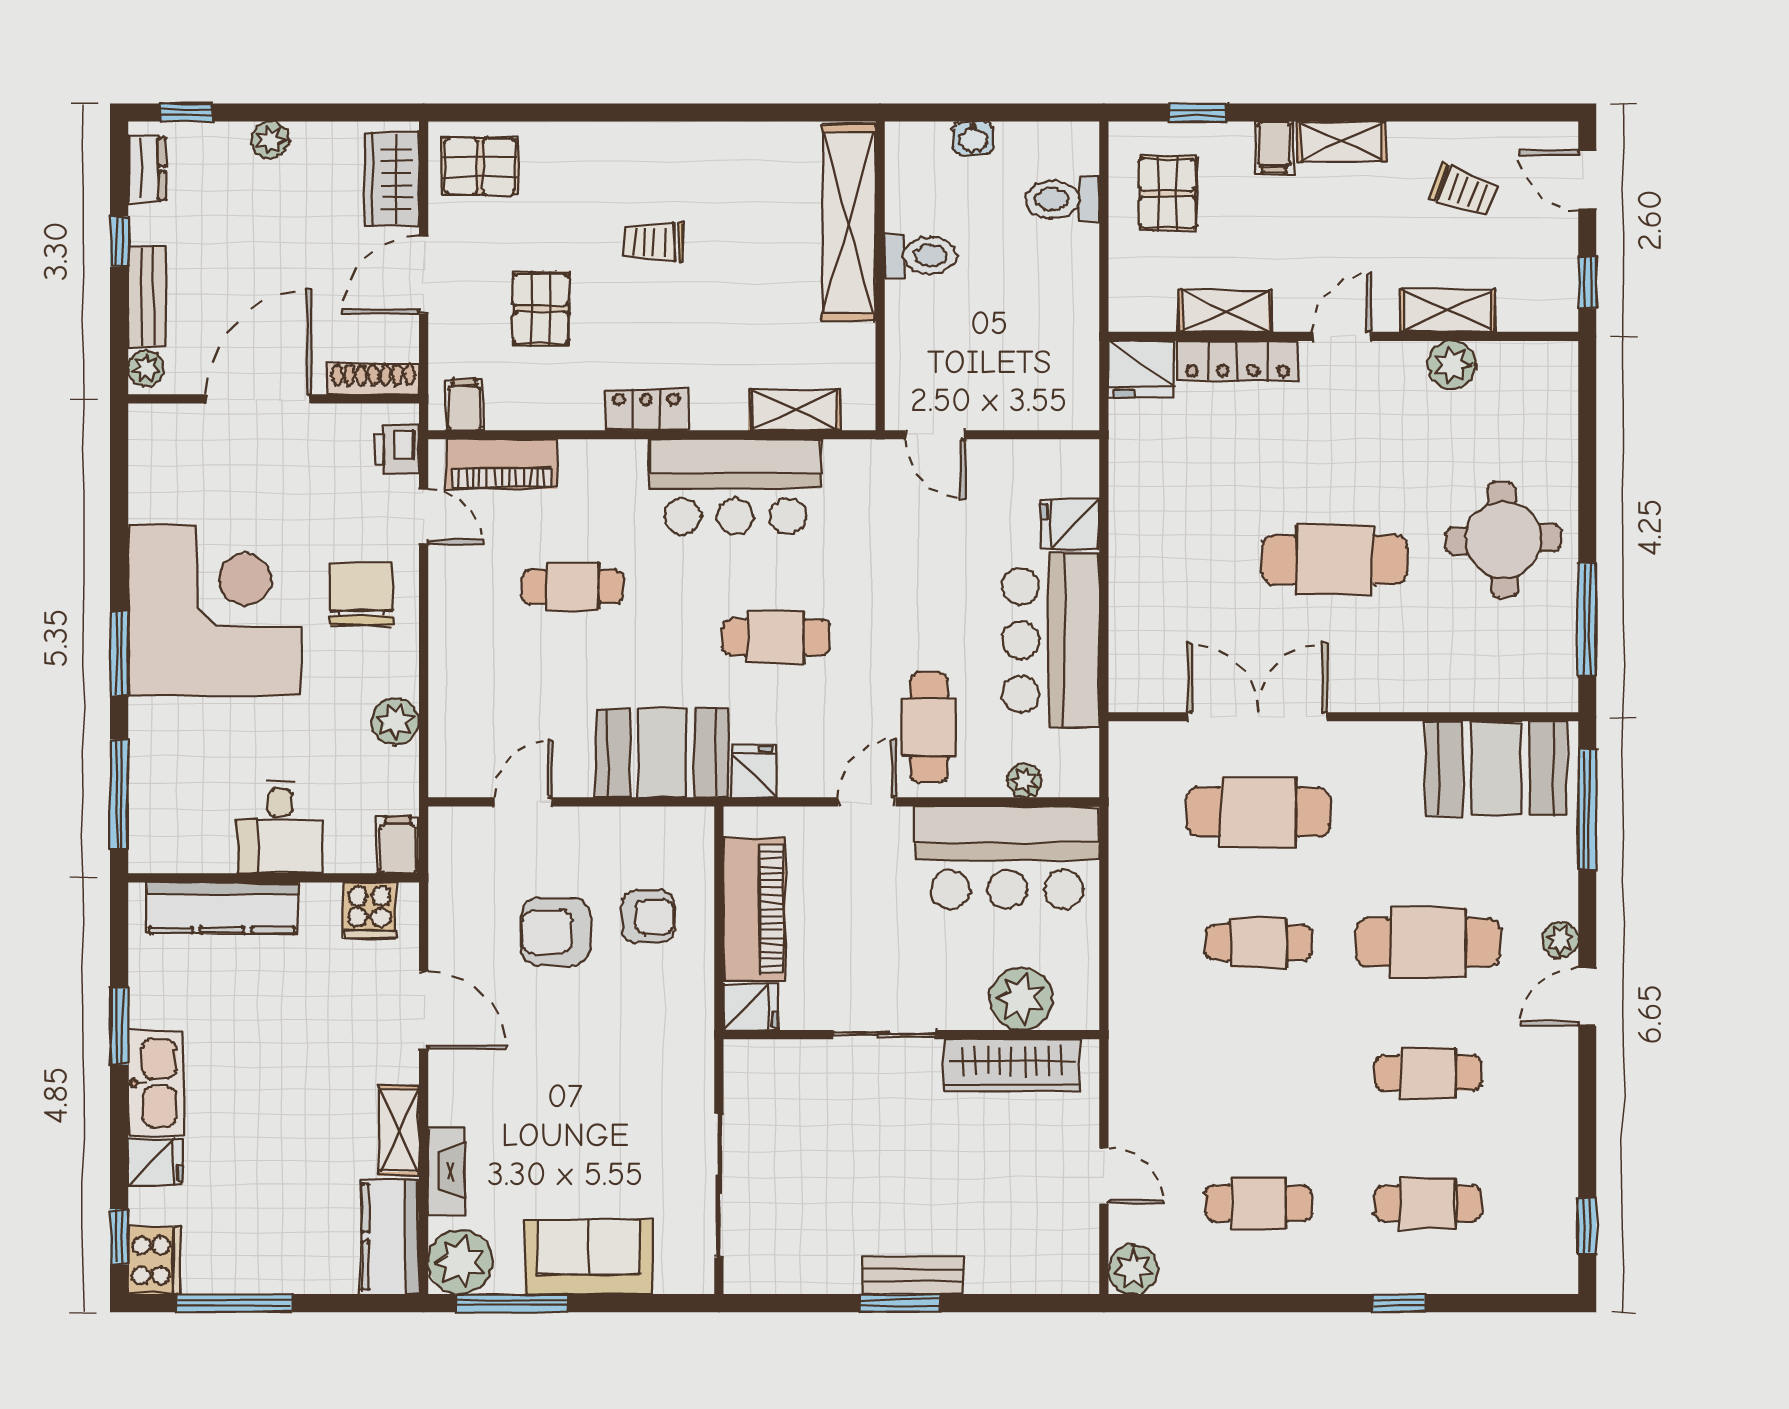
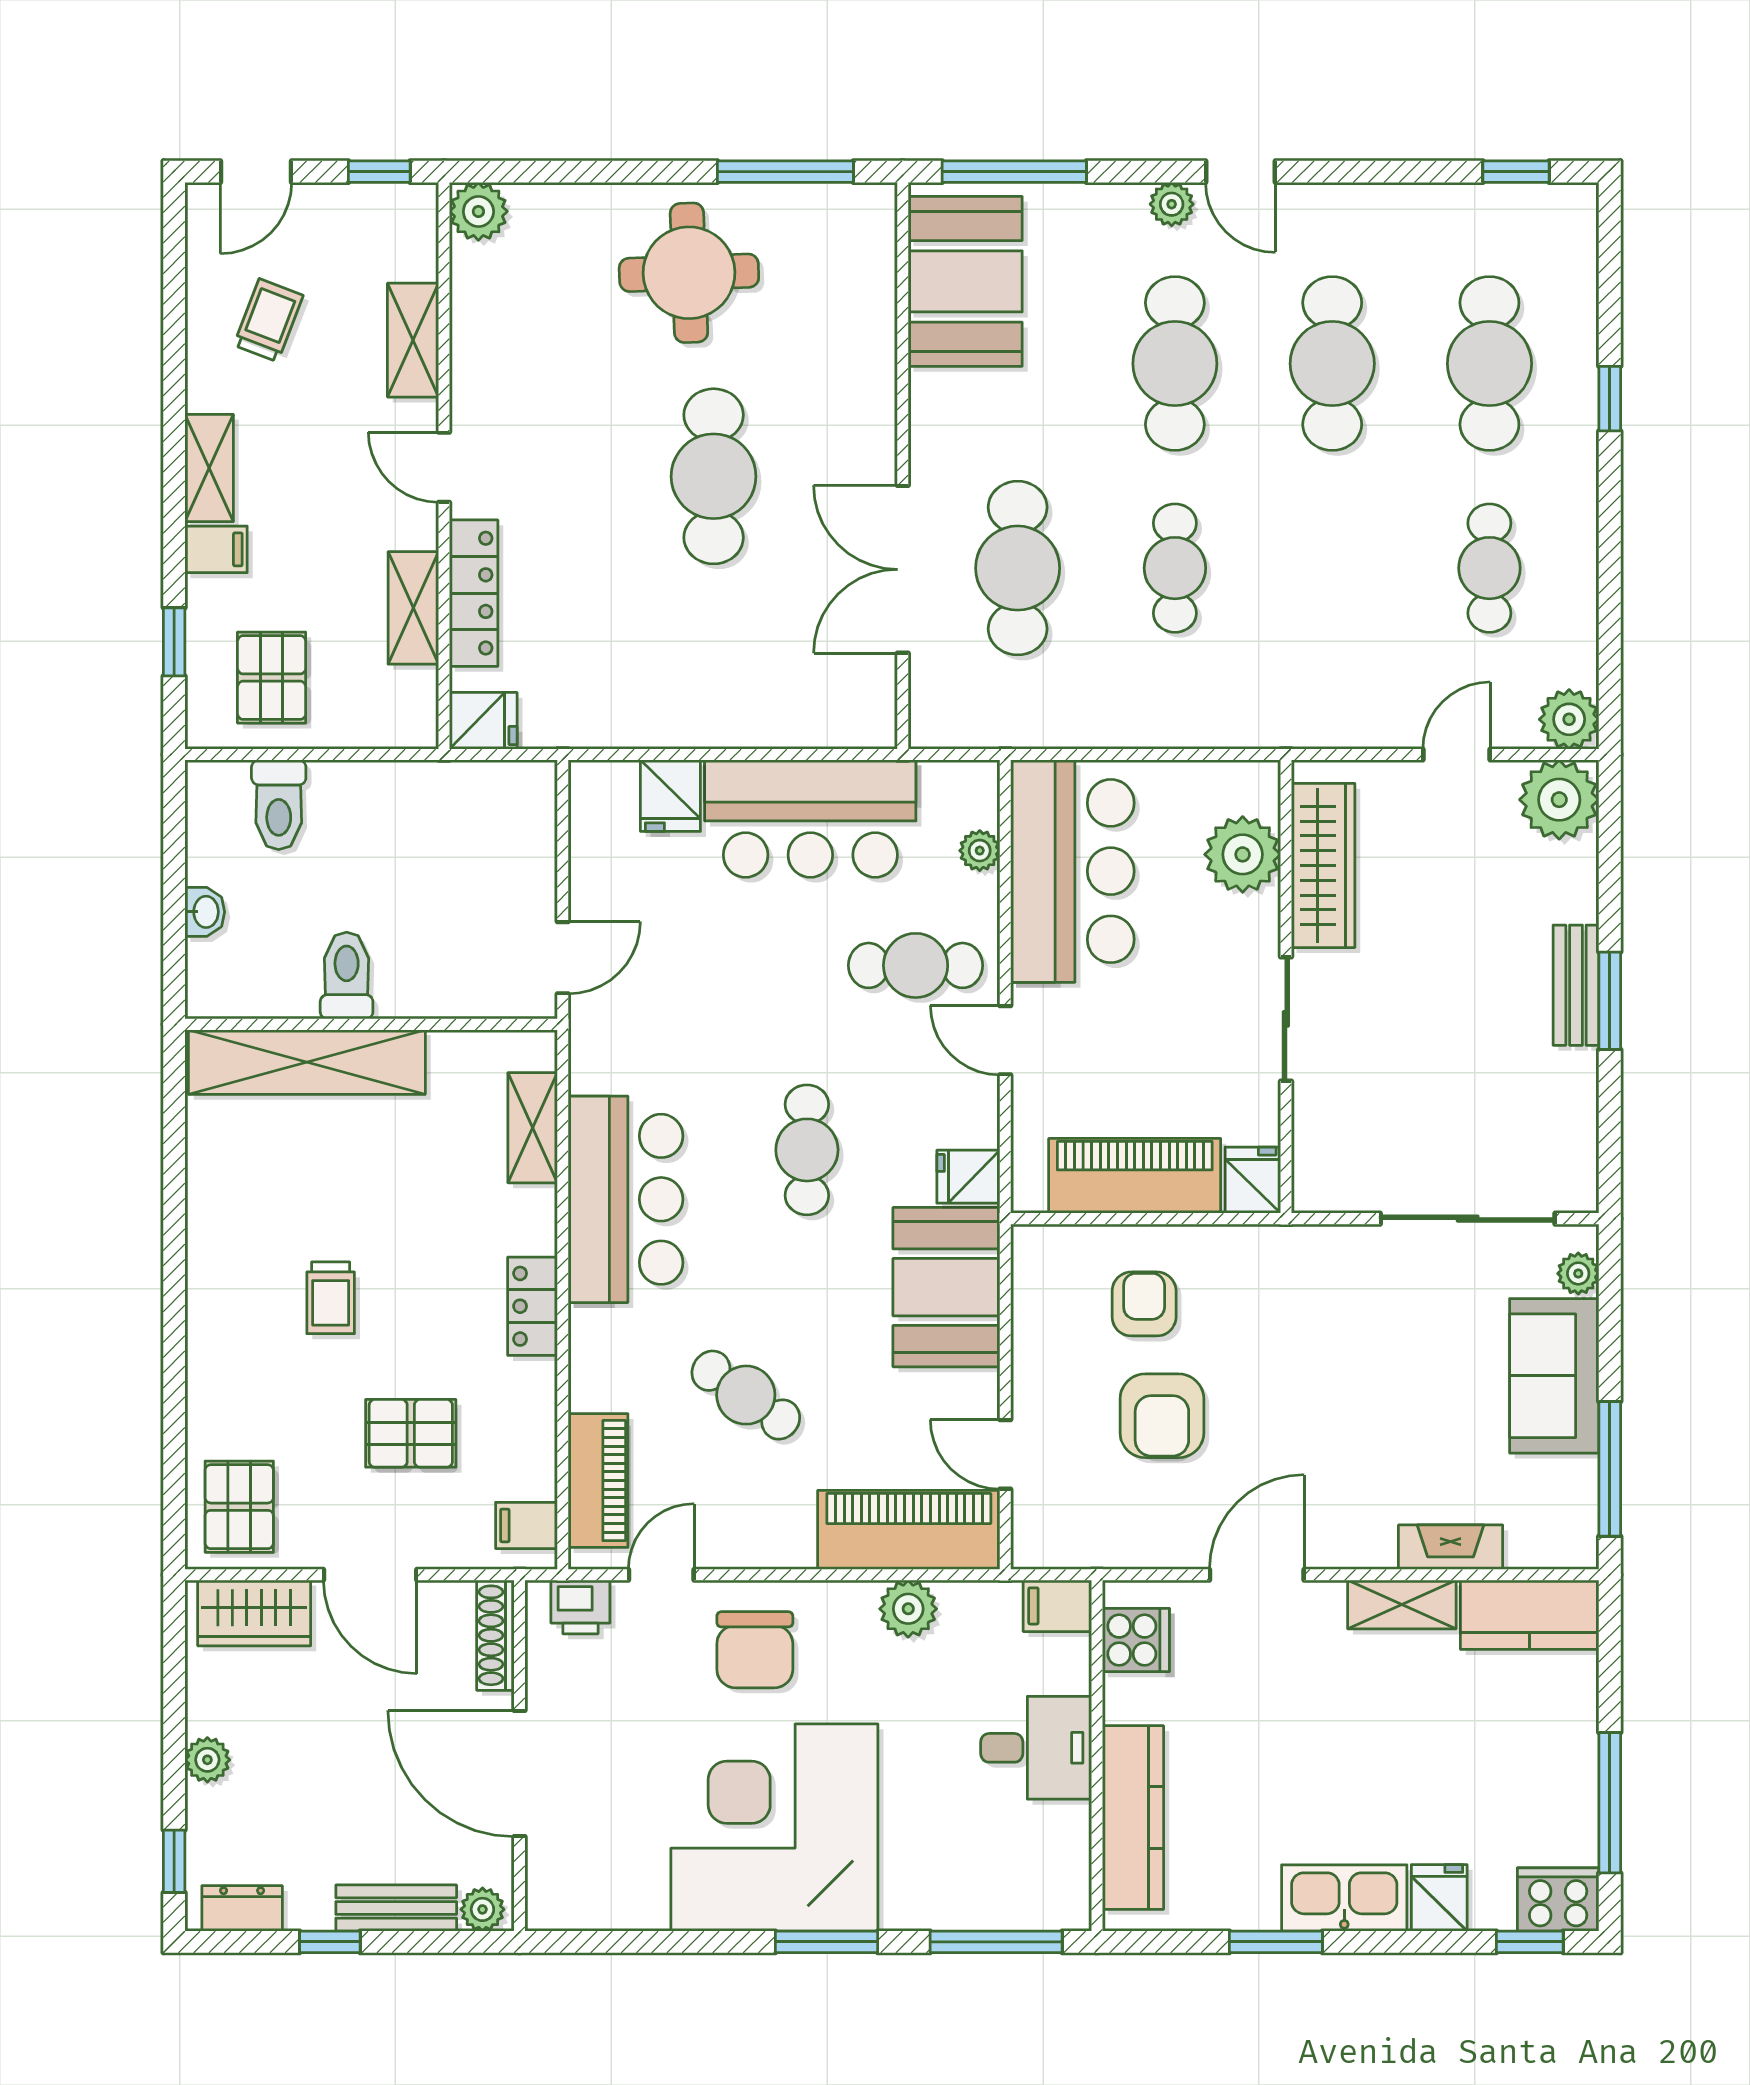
pallet: (1168, 193) -> (272, 678), turned 90
plant: (1452, 365) -> (478, 211), moved
fridge: (1141, 369) -> (483, 721), width x0.72
cafe table: (573, 587) -> (746, 1395), turned -55
chair: (361, 594) -> (755, 1650), turned -90
piano: (461, 722) -> (909, 1530), added
cafe table: (1428, 1073) -> (1332, 364), width x1.37, depth x1.35
cafe table: (1428, 1203) -> (1489, 364), width x1.37, depth x1.35
plant: (1066, 1261) -> (1559, 800), added
plant: (460, 1262) -> (1578, 1273), moved, width x0.53, depth x0.53

